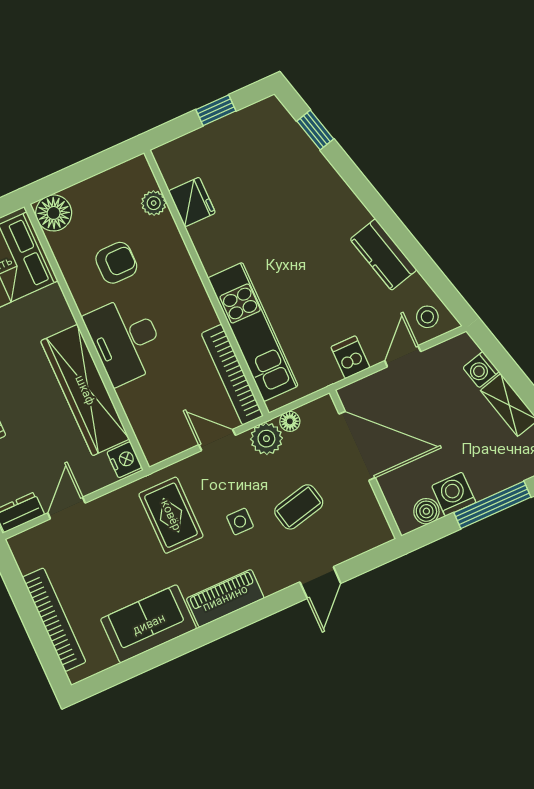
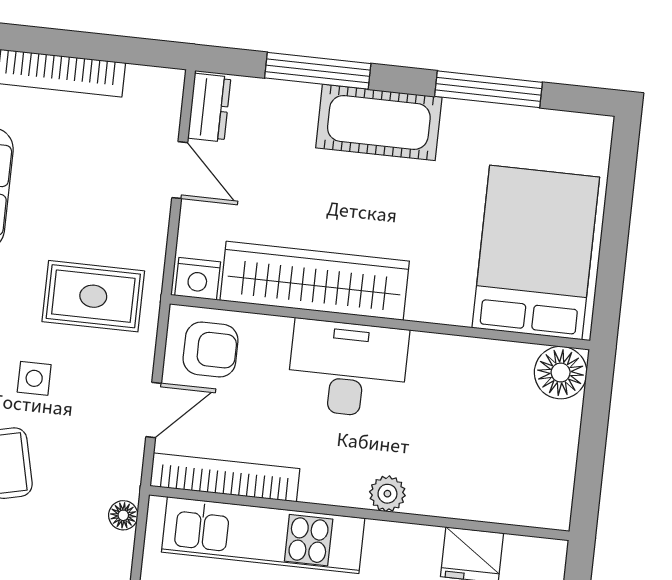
plant: (154, 203) -> (387, 494), moved
armchair: (116, 263) -> (211, 349), moved, turned -90
plant: (266, 439) -> (119, 473), removed

